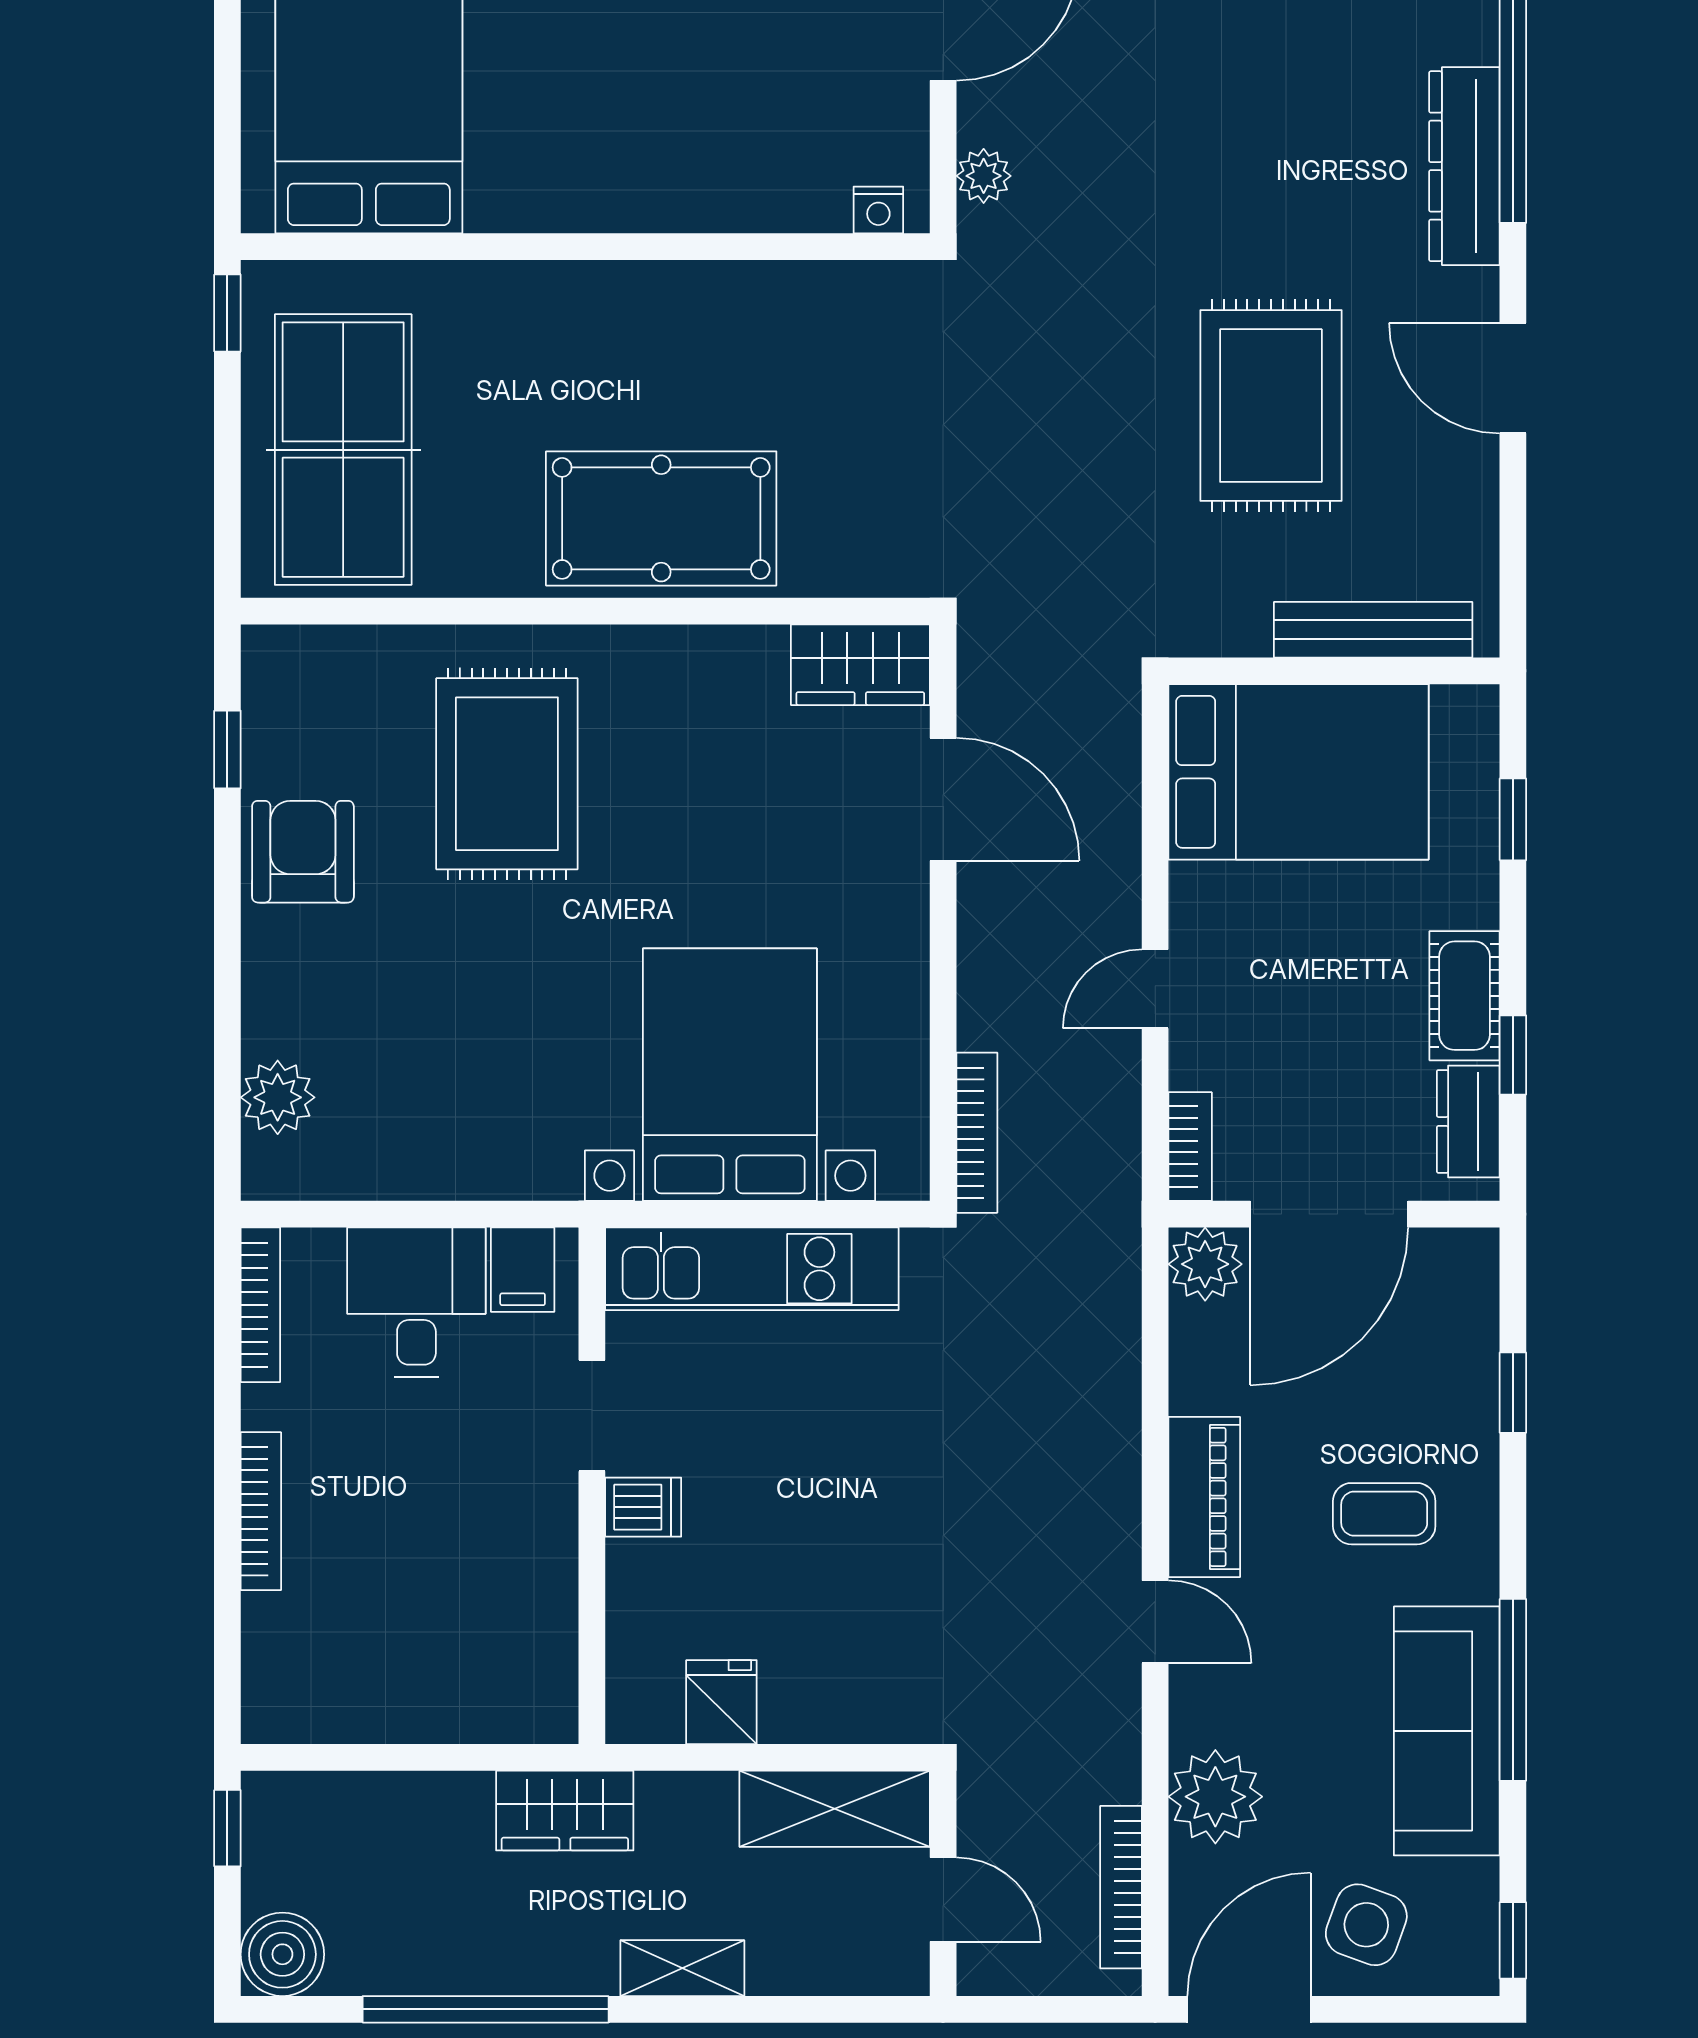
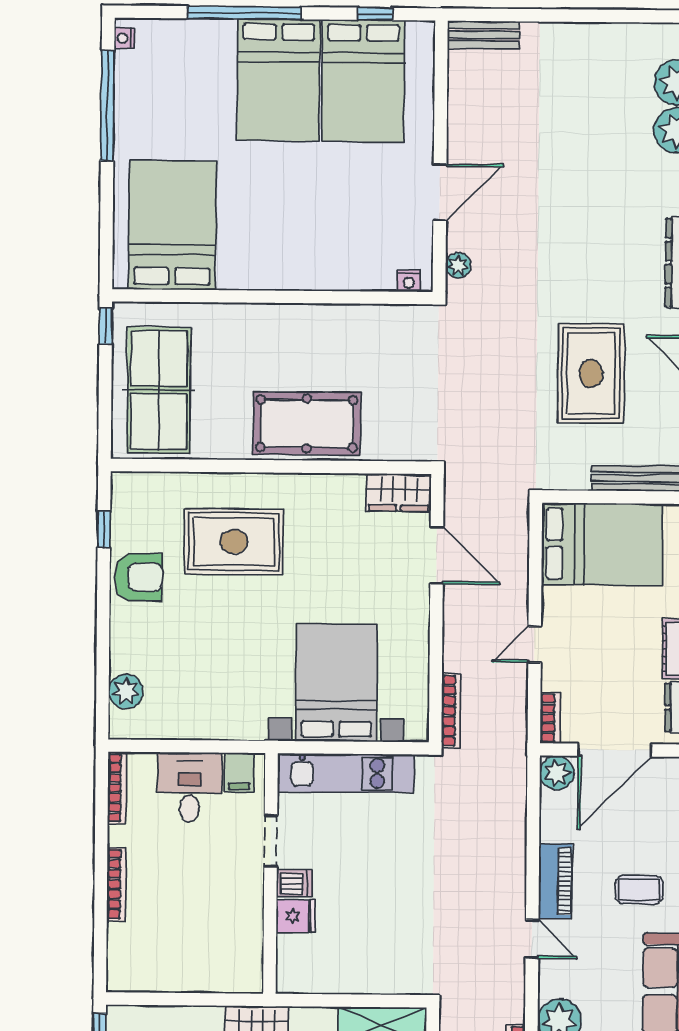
rug: (507, 774) -> (234, 542), turned 90
armchair: (303, 852) -> (139, 577), turned 90
fridge: (721, 1702) -> (296, 916), moved, turned 90

